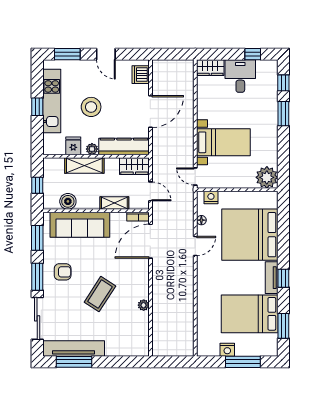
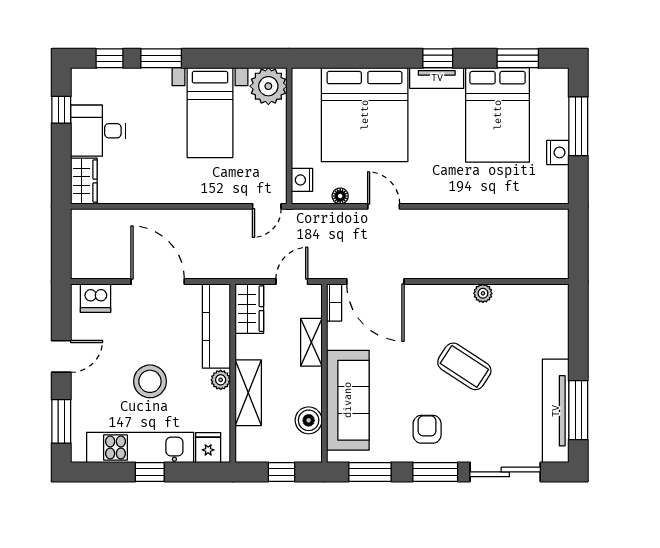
bed with nightstands: (223, 142) -> (210, 113), moved, turned 180
fridge: (73, 146) -> (208, 448), moved, turned 90

